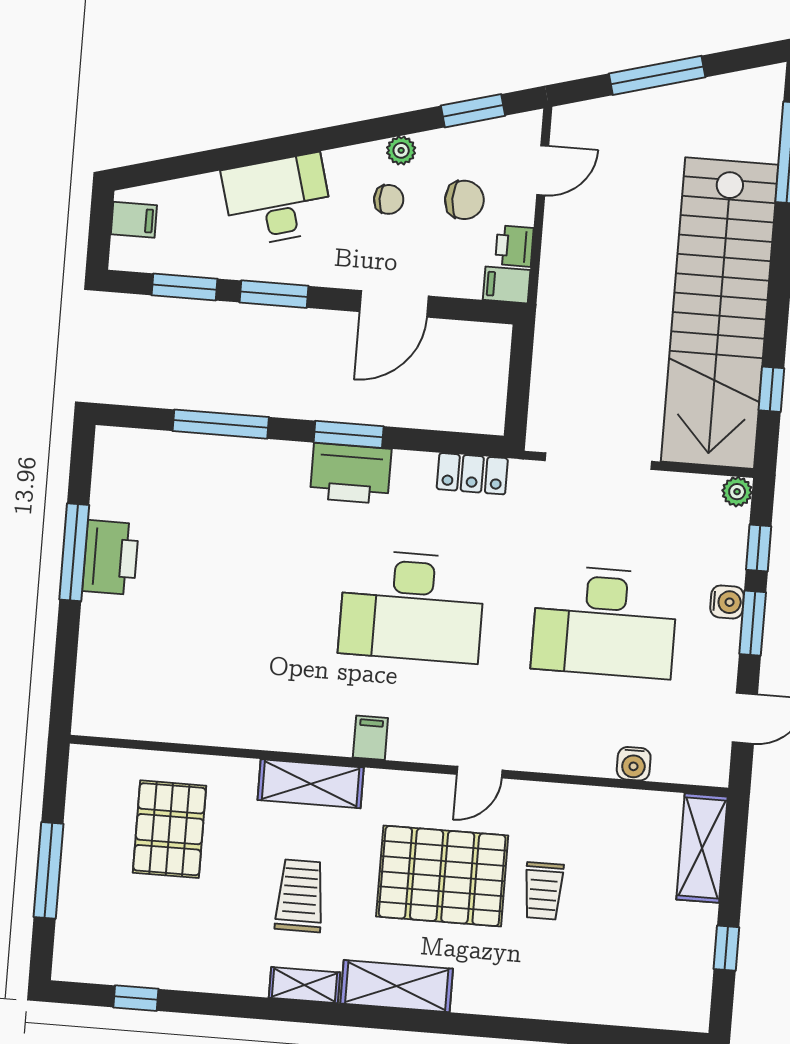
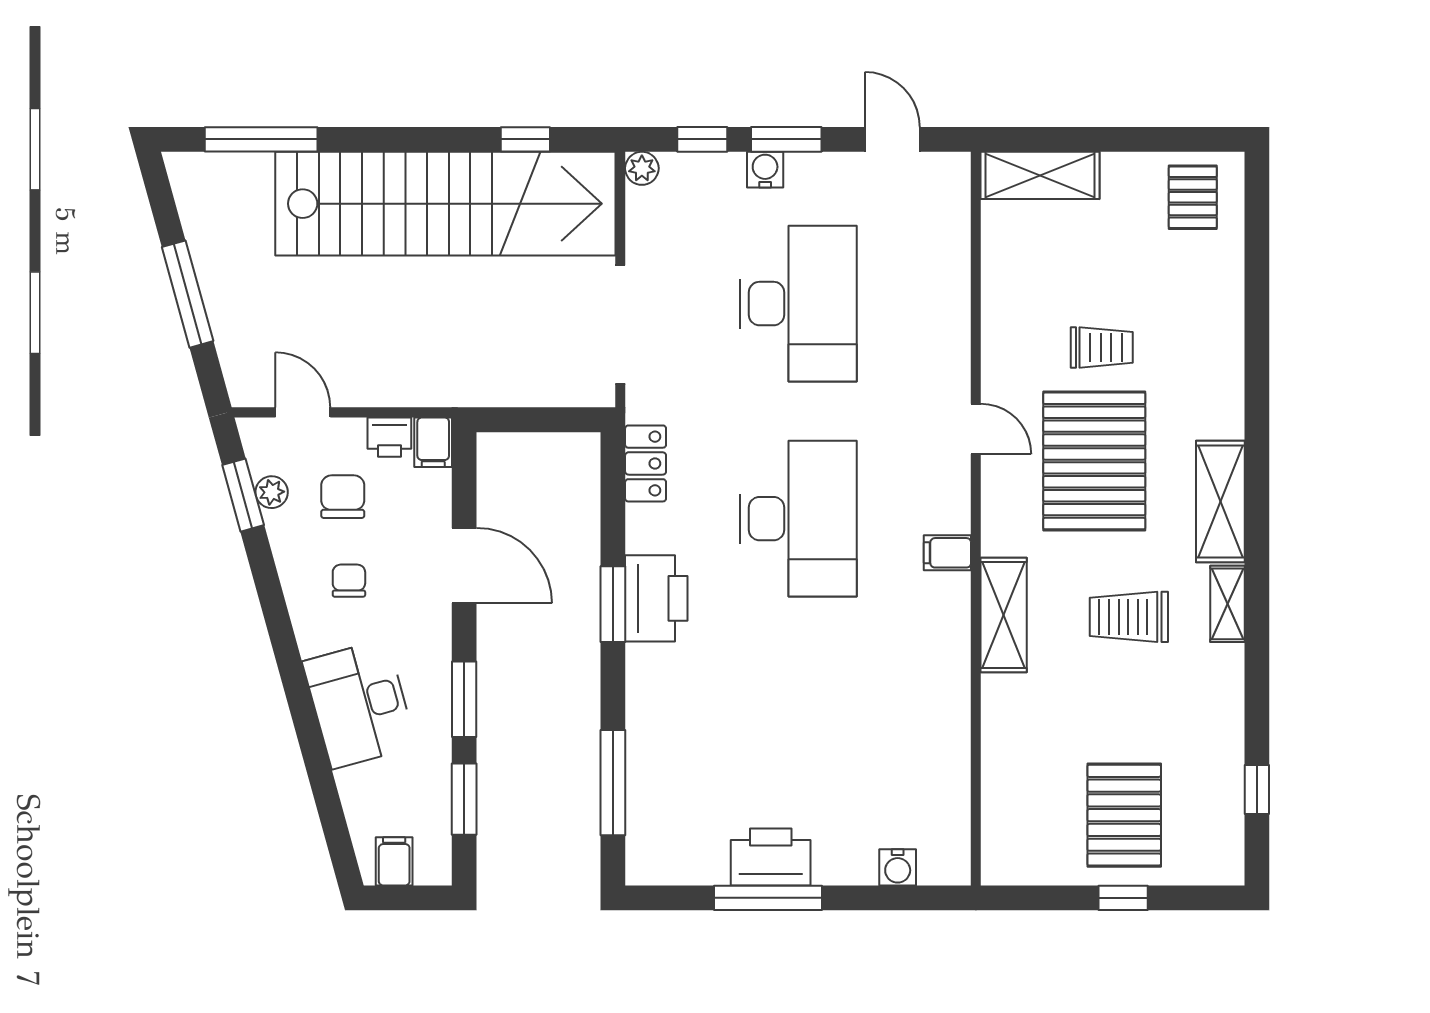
plant: (401, 150) -> (272, 492), moved
window: (221, 424) -> (613, 783), moved
water cooler: (634, 764) -> (898, 867), moved, turned 90
pallet: (170, 829) -> (1124, 815), moved, turned 90
window: (49, 870) -> (1123, 898), width x0.46
window: (726, 948) -> (1149, 139), removed
pallet: (671, 983) -> (1193, 197), added

